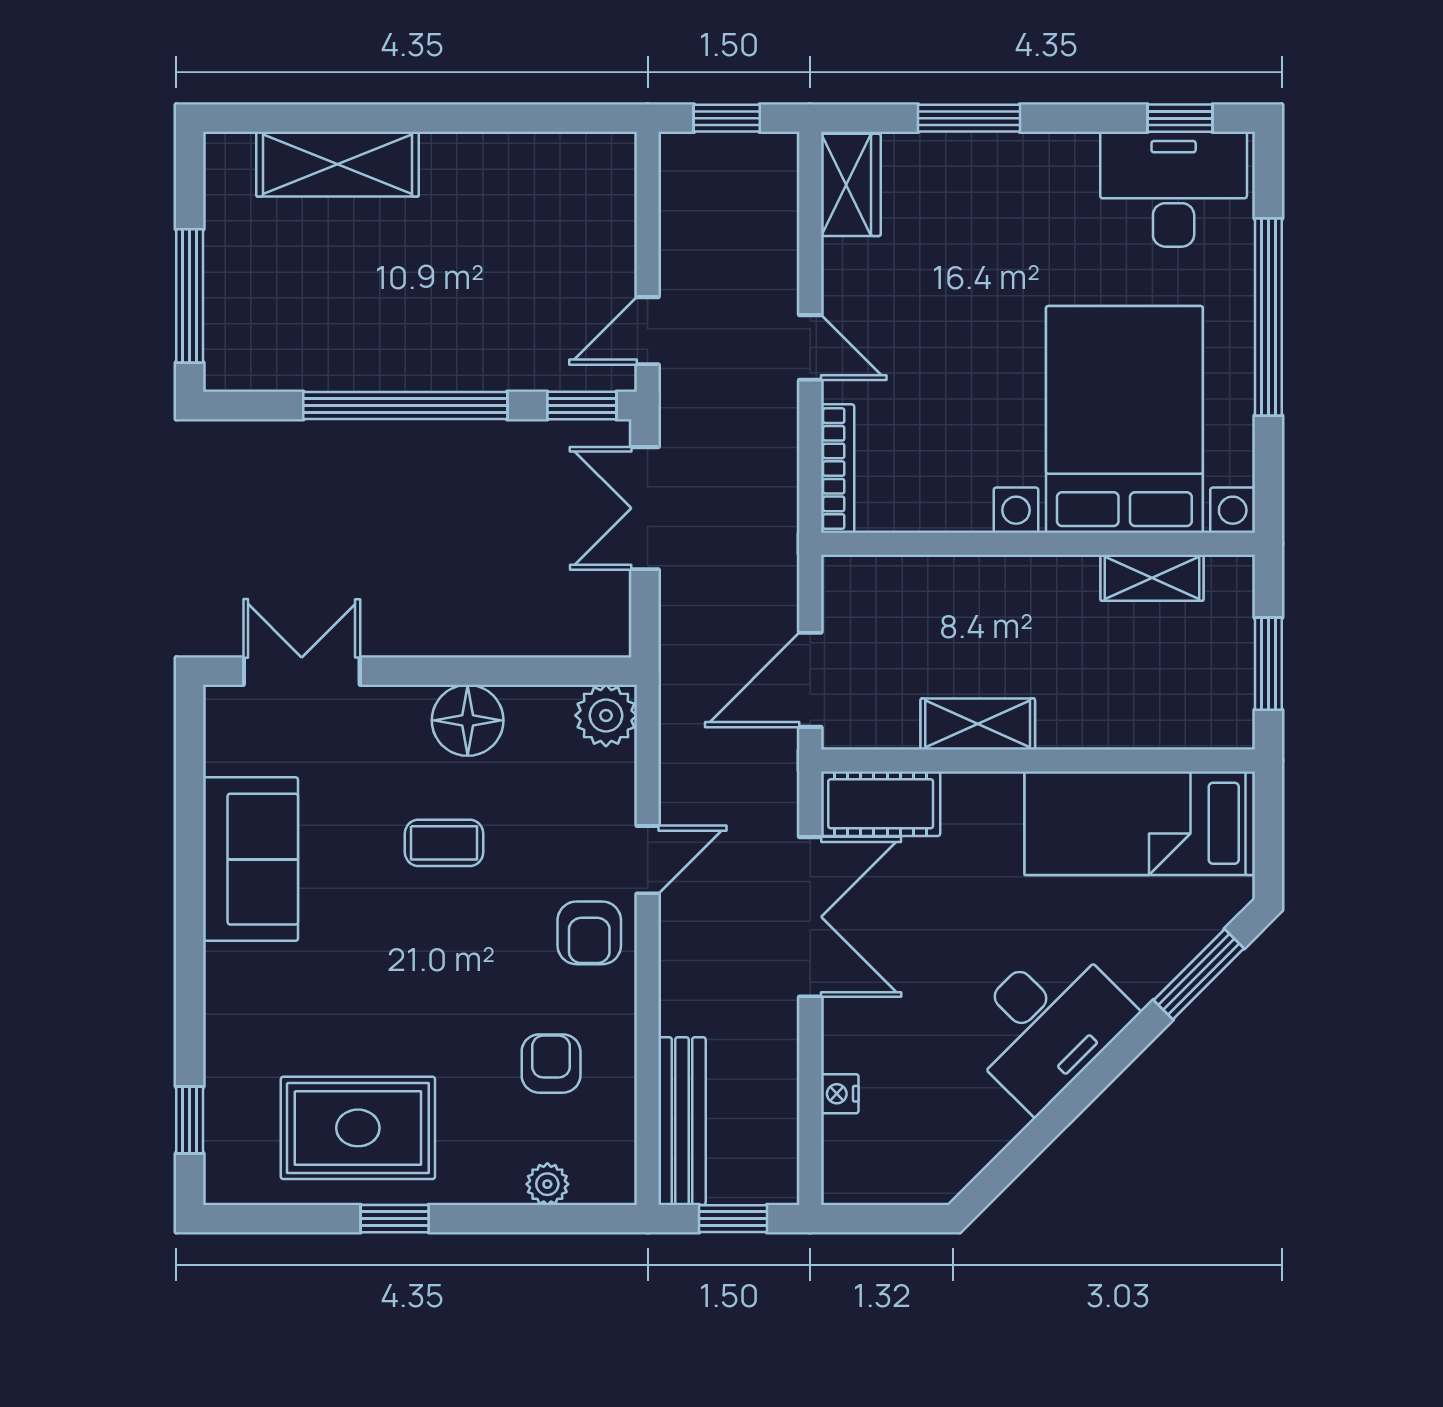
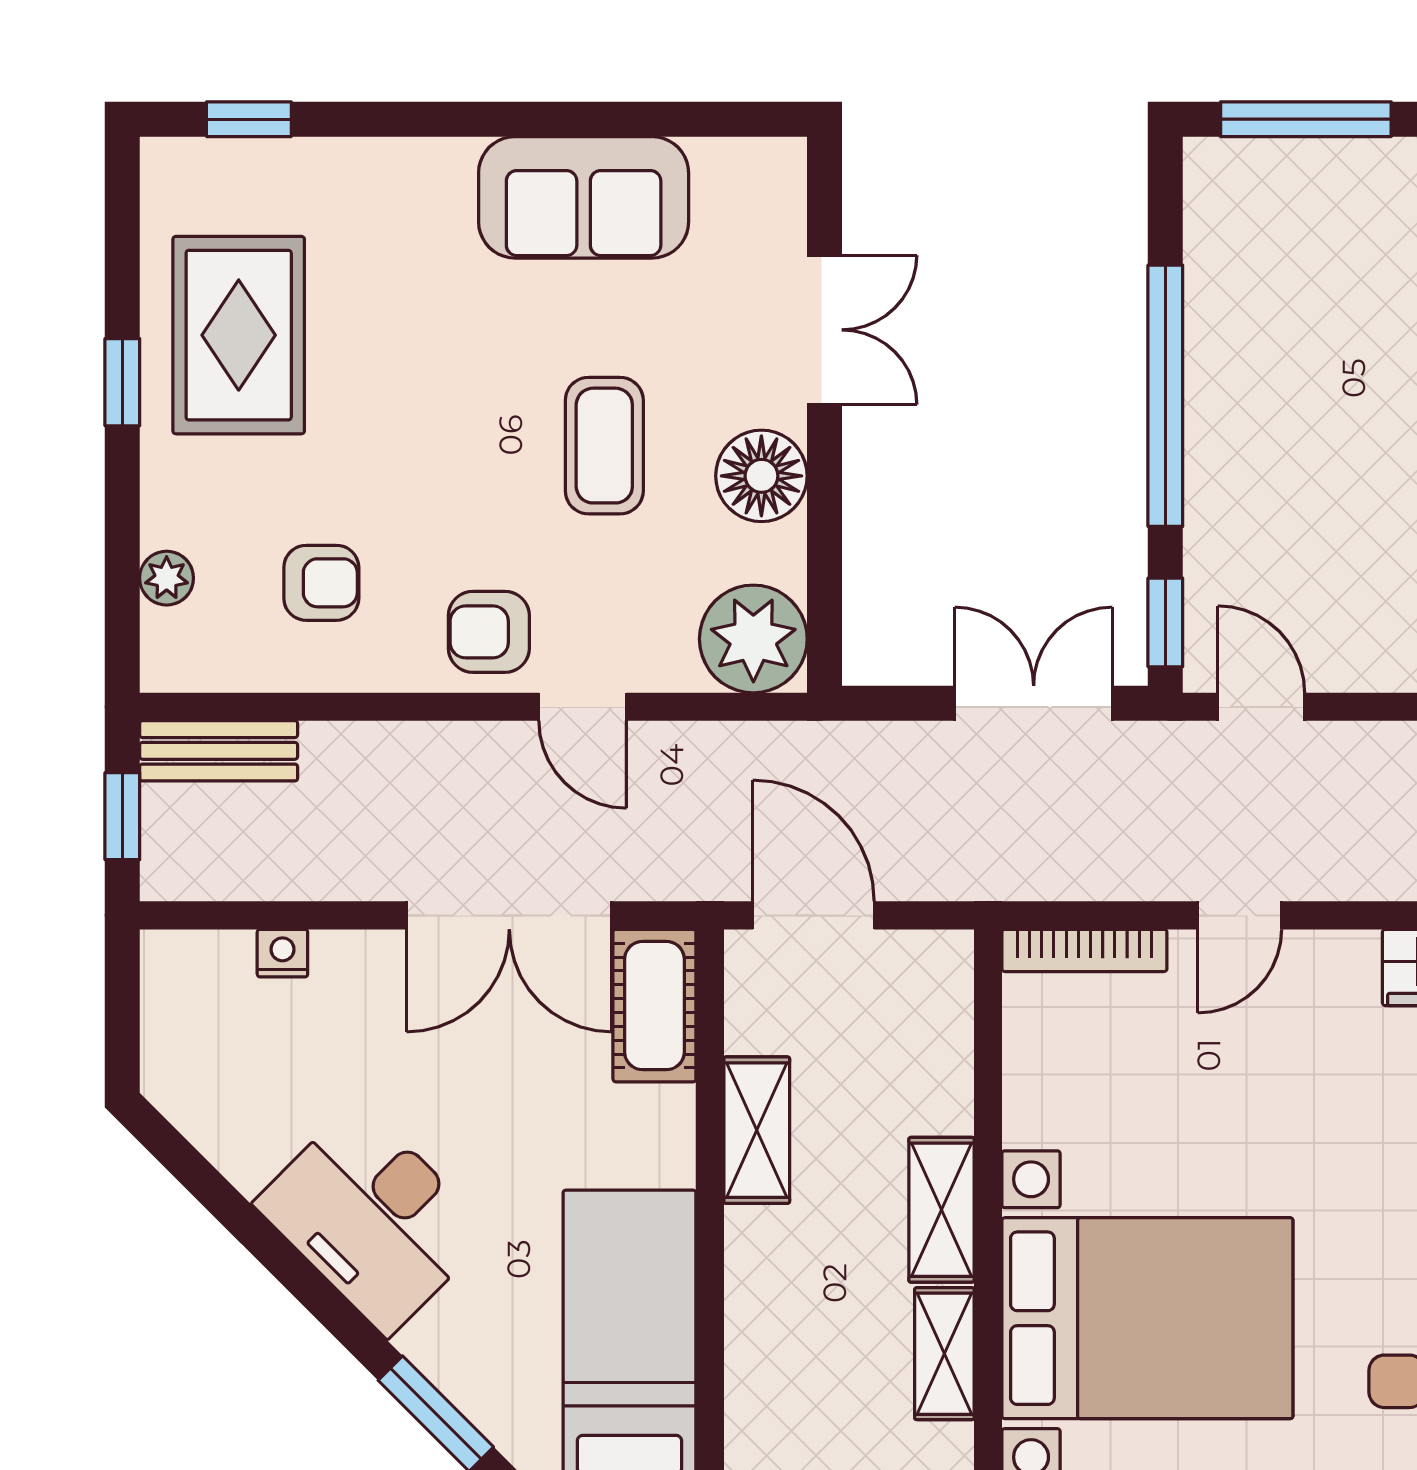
shelving: (1040, 580) -> (941, 1210), added
double door: (302, 671) -> (825, 330), moved
plant: (606, 715) -> (753, 639), width x1.36, depth x1.36
coffee table: (444, 843) -> (604, 446), width x1.36, depth x1.30
bench: (682, 1121) -> (219, 751), width x0.73

